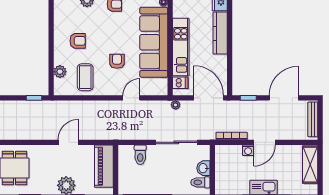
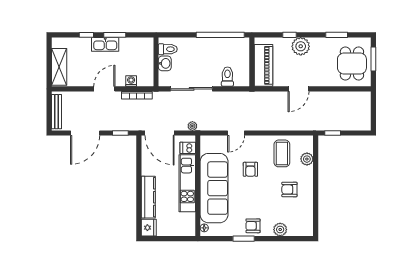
washing machine: (248, 150) -> (131, 81), moved

